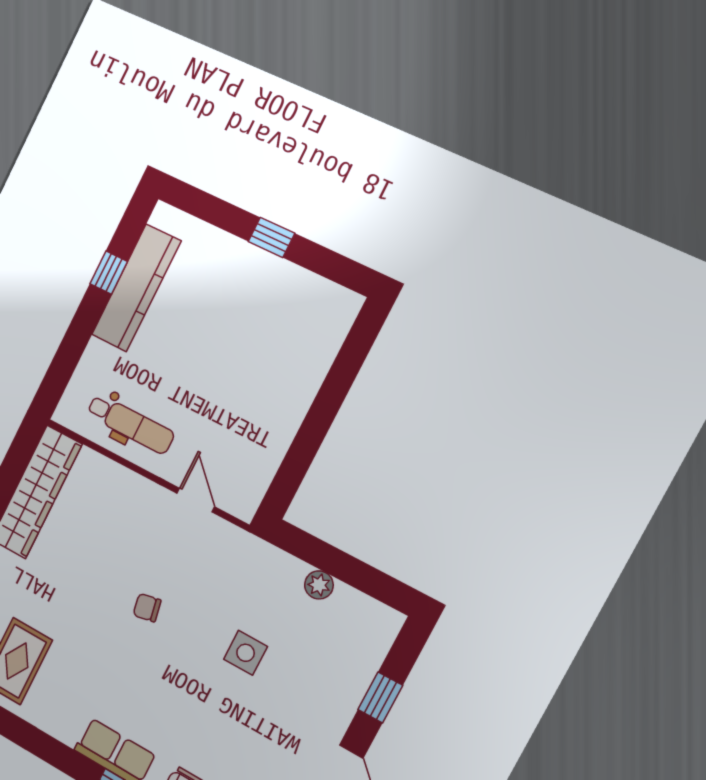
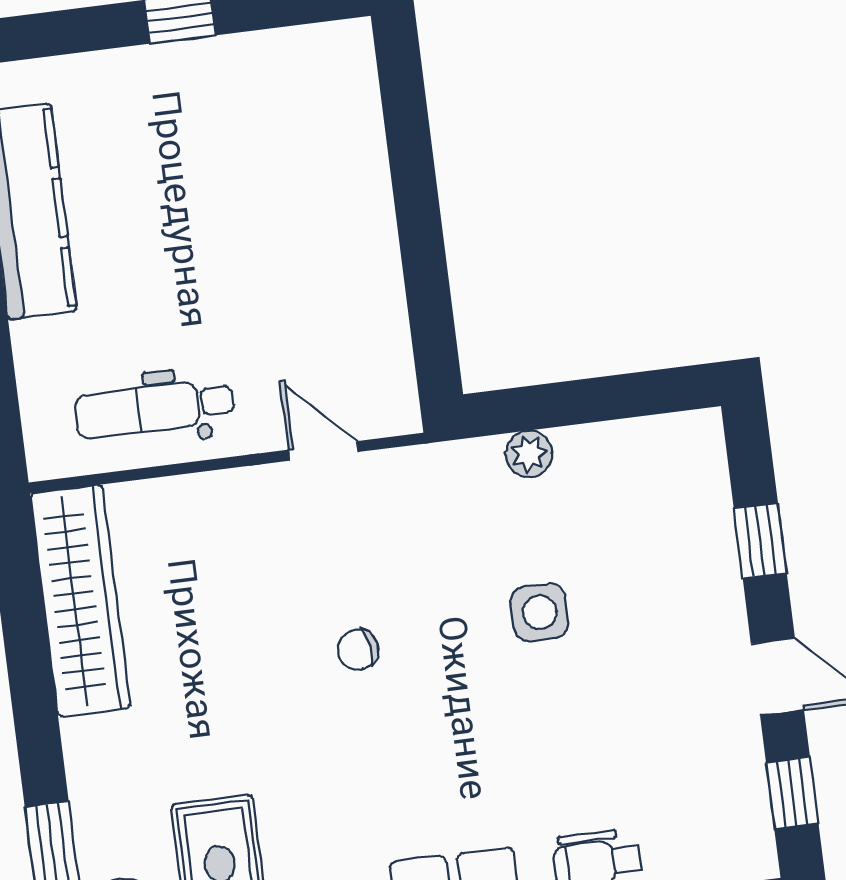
dental chair: (130, 424) -> (154, 408), turned 180
plant: (319, 585) -> (529, 454), moved

